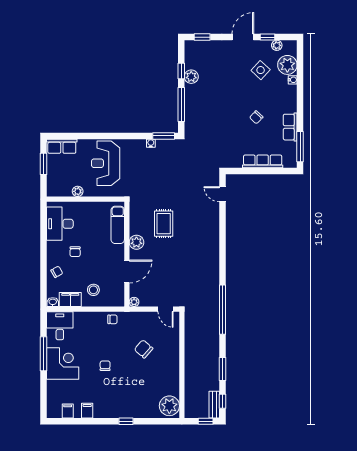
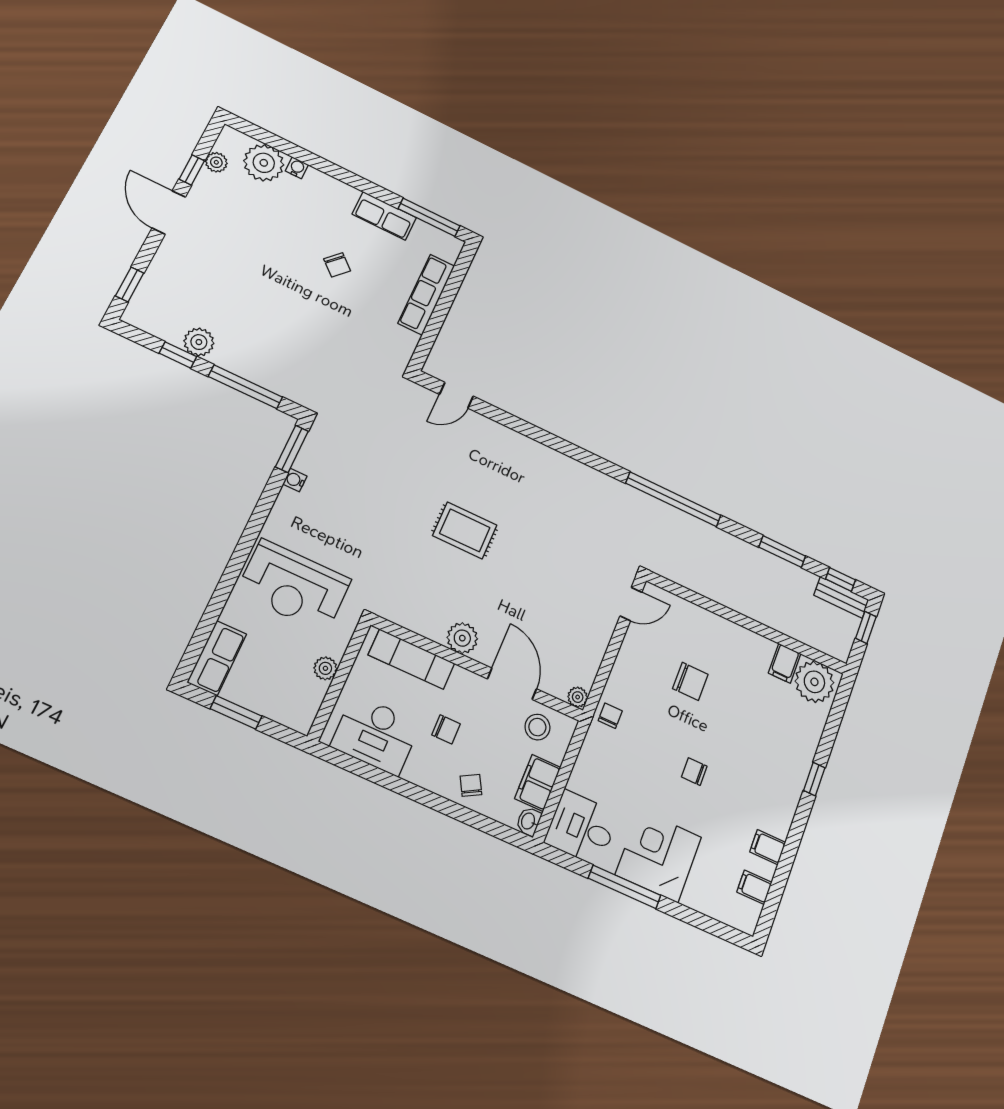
side table: (261, 70) -> (250, 213), removed
exam couch: (118, 225) -> (411, 659), moved
plant: (136, 242) -> (462, 638), moved
wall: (127, 254) -> (478, 668), moved
door: (127, 272) -> (512, 684), moved
plant: (134, 302) -> (578, 697), moved
chair: (144, 349) -> (690, 681), turned -131
filing cabinet: (171, 389) -> (785, 663), added

